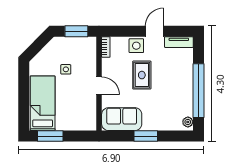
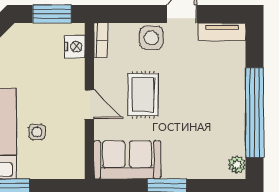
nightstand: (90, 51) -> (75, 47), added
side table: (66, 69) -> (37, 132), moved
rug: (142, 75) -> (143, 95), moved

